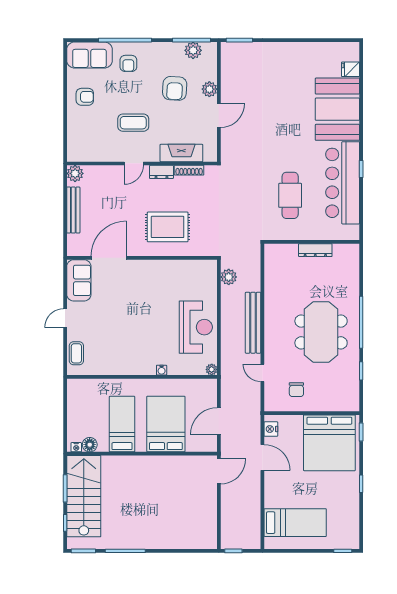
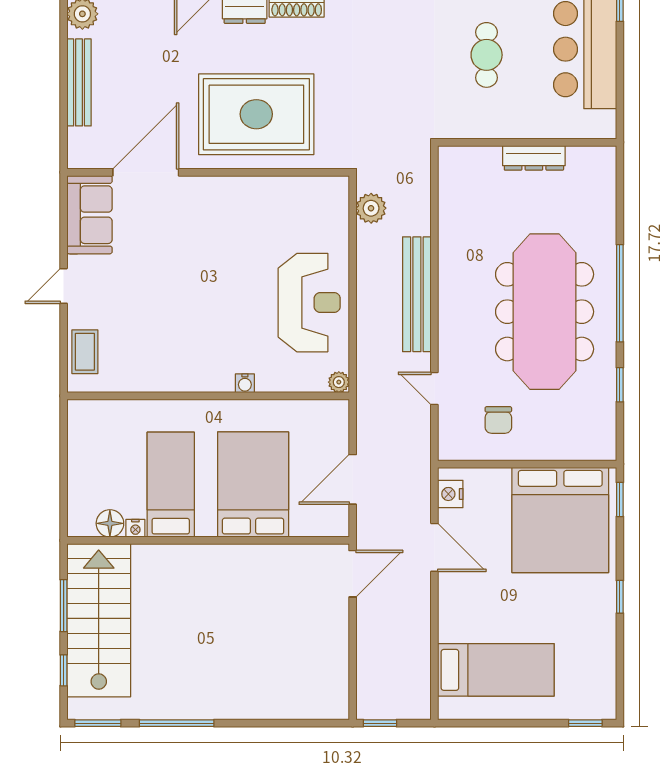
cafe table: (290, 195) -> (487, 55), width x0.73, depth x0.74
rug: (168, 227) -> (256, 114), width x1.37, depth x1.44
meeting table: (321, 332) -> (545, 312), width x1.36
nightstand: (76, 447) -> (135, 528), moved

